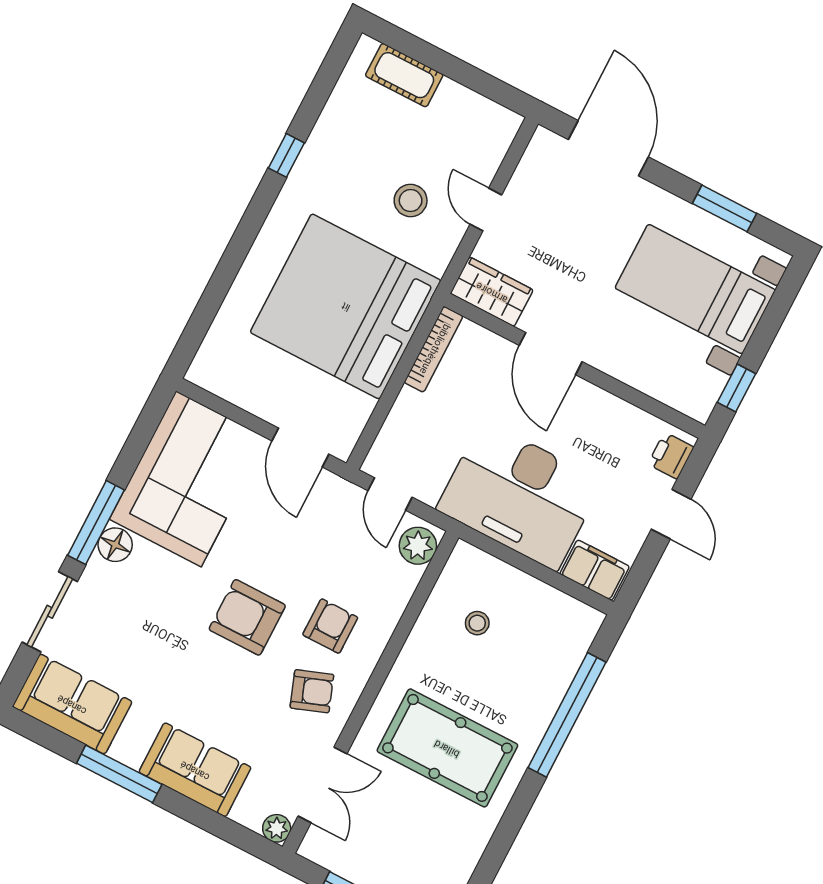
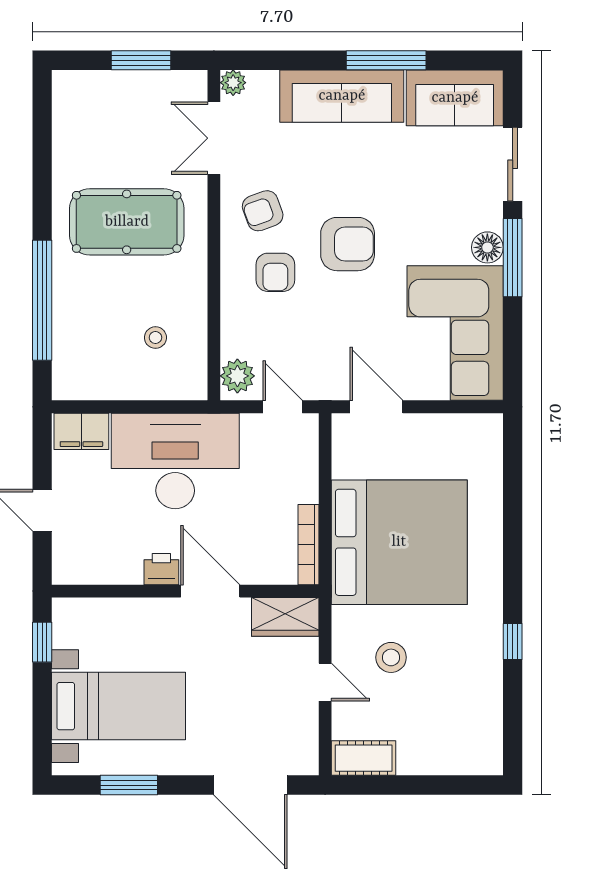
cot: (404, 75) -> (364, 758), moved
printer: (671, 456) -> (161, 569), moved, turned -90
sofa: (195, 770) -> (342, 96), width x1.36

